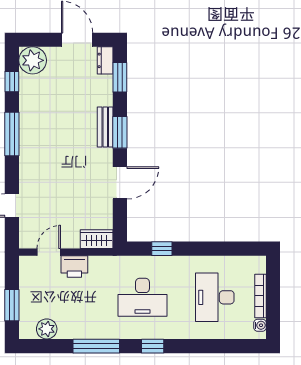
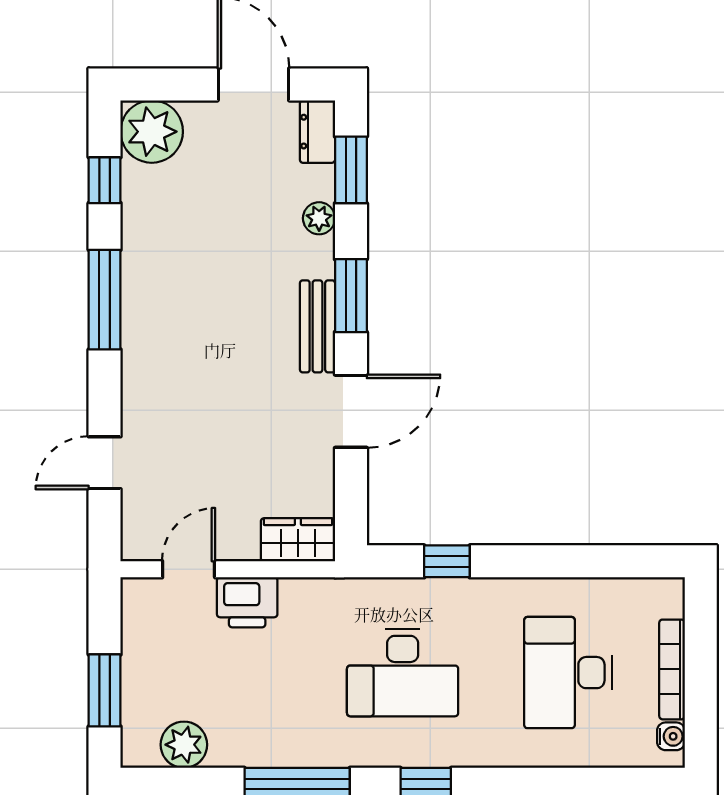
plant: (106, 98) -> (319, 218), added
bench: (105, 127) -> (317, 326), moved

